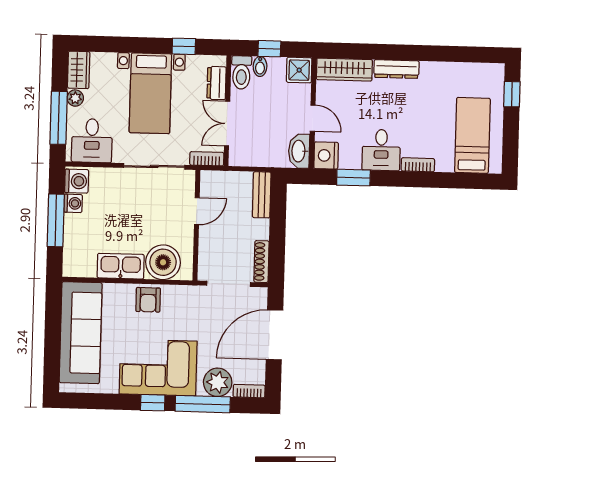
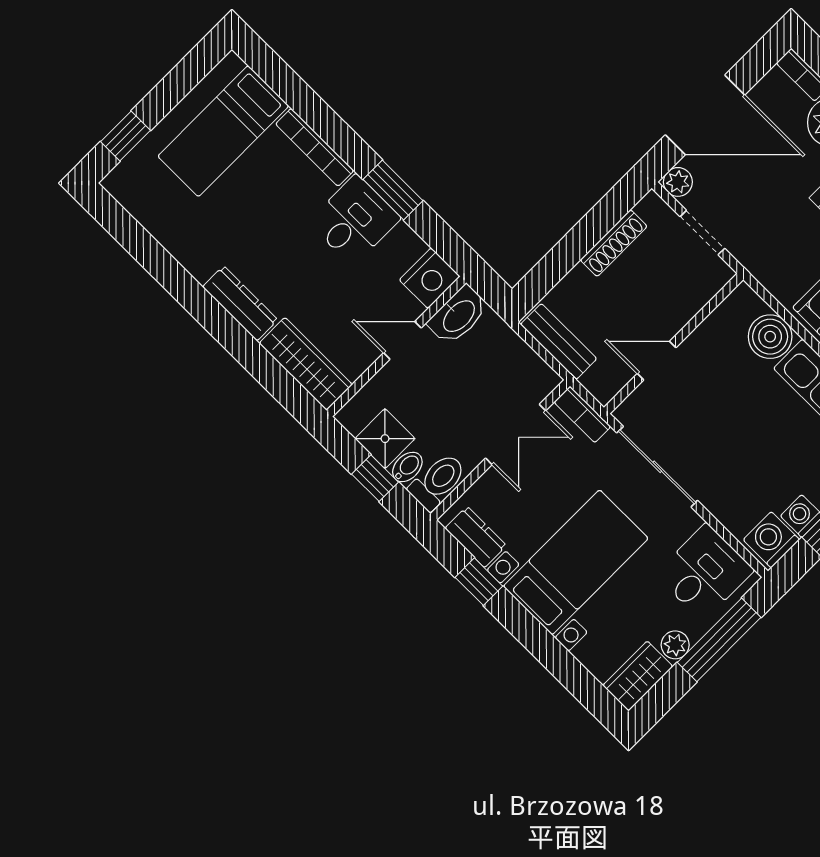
shower: (299, 70) -> (385, 439), moved
dresser: (217, 83) -> (476, 537), moved, turned -90
door: (313, 118) -> (402, 340), hinge flipped
bookcase: (418, 165) -> (315, 147), width x1.56
window: (353, 178) -> (393, 190), moved
bench: (262, 195) -> (559, 342), moved, turned 90
boiler: (163, 262) -> (770, 337), width x0.73, depth x0.73
shoe rack: (261, 262) -> (614, 243), moved
doorway: (229, 284) -> (702, 232), width x0.73
plant: (259, 296) -> (678, 182), added

